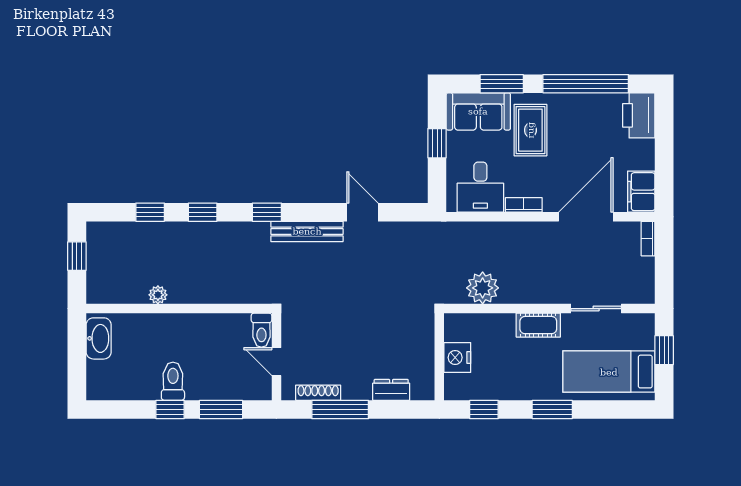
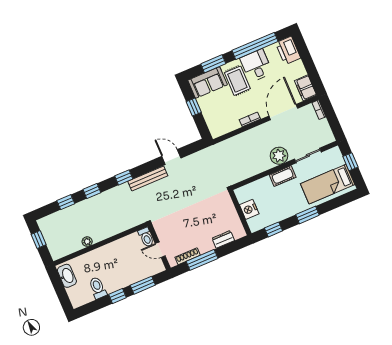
desk: (480, 187) -> (256, 66), moved, turned 180
plant: (483, 288) -> (279, 156), moved
toilet: (173, 381) -> (98, 288), moved

